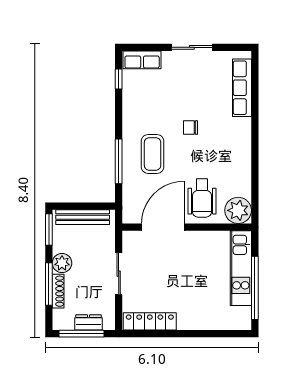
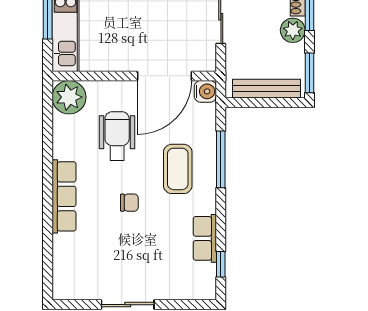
row of seats: (142, 60) -> (205, 238), moved, turned -90
row of seats: (242, 88) -> (64, 196), moved
wheelchair: (202, 198) -> (117, 136), moved
water cooler: (131, 215) -> (205, 91), added

